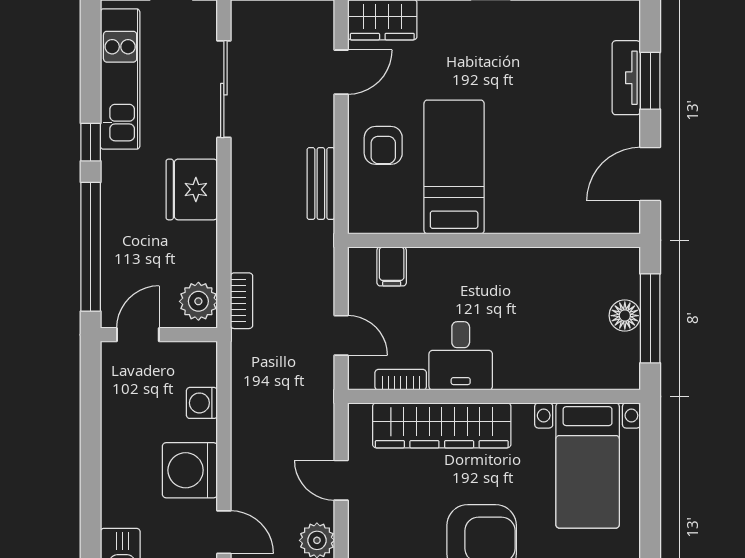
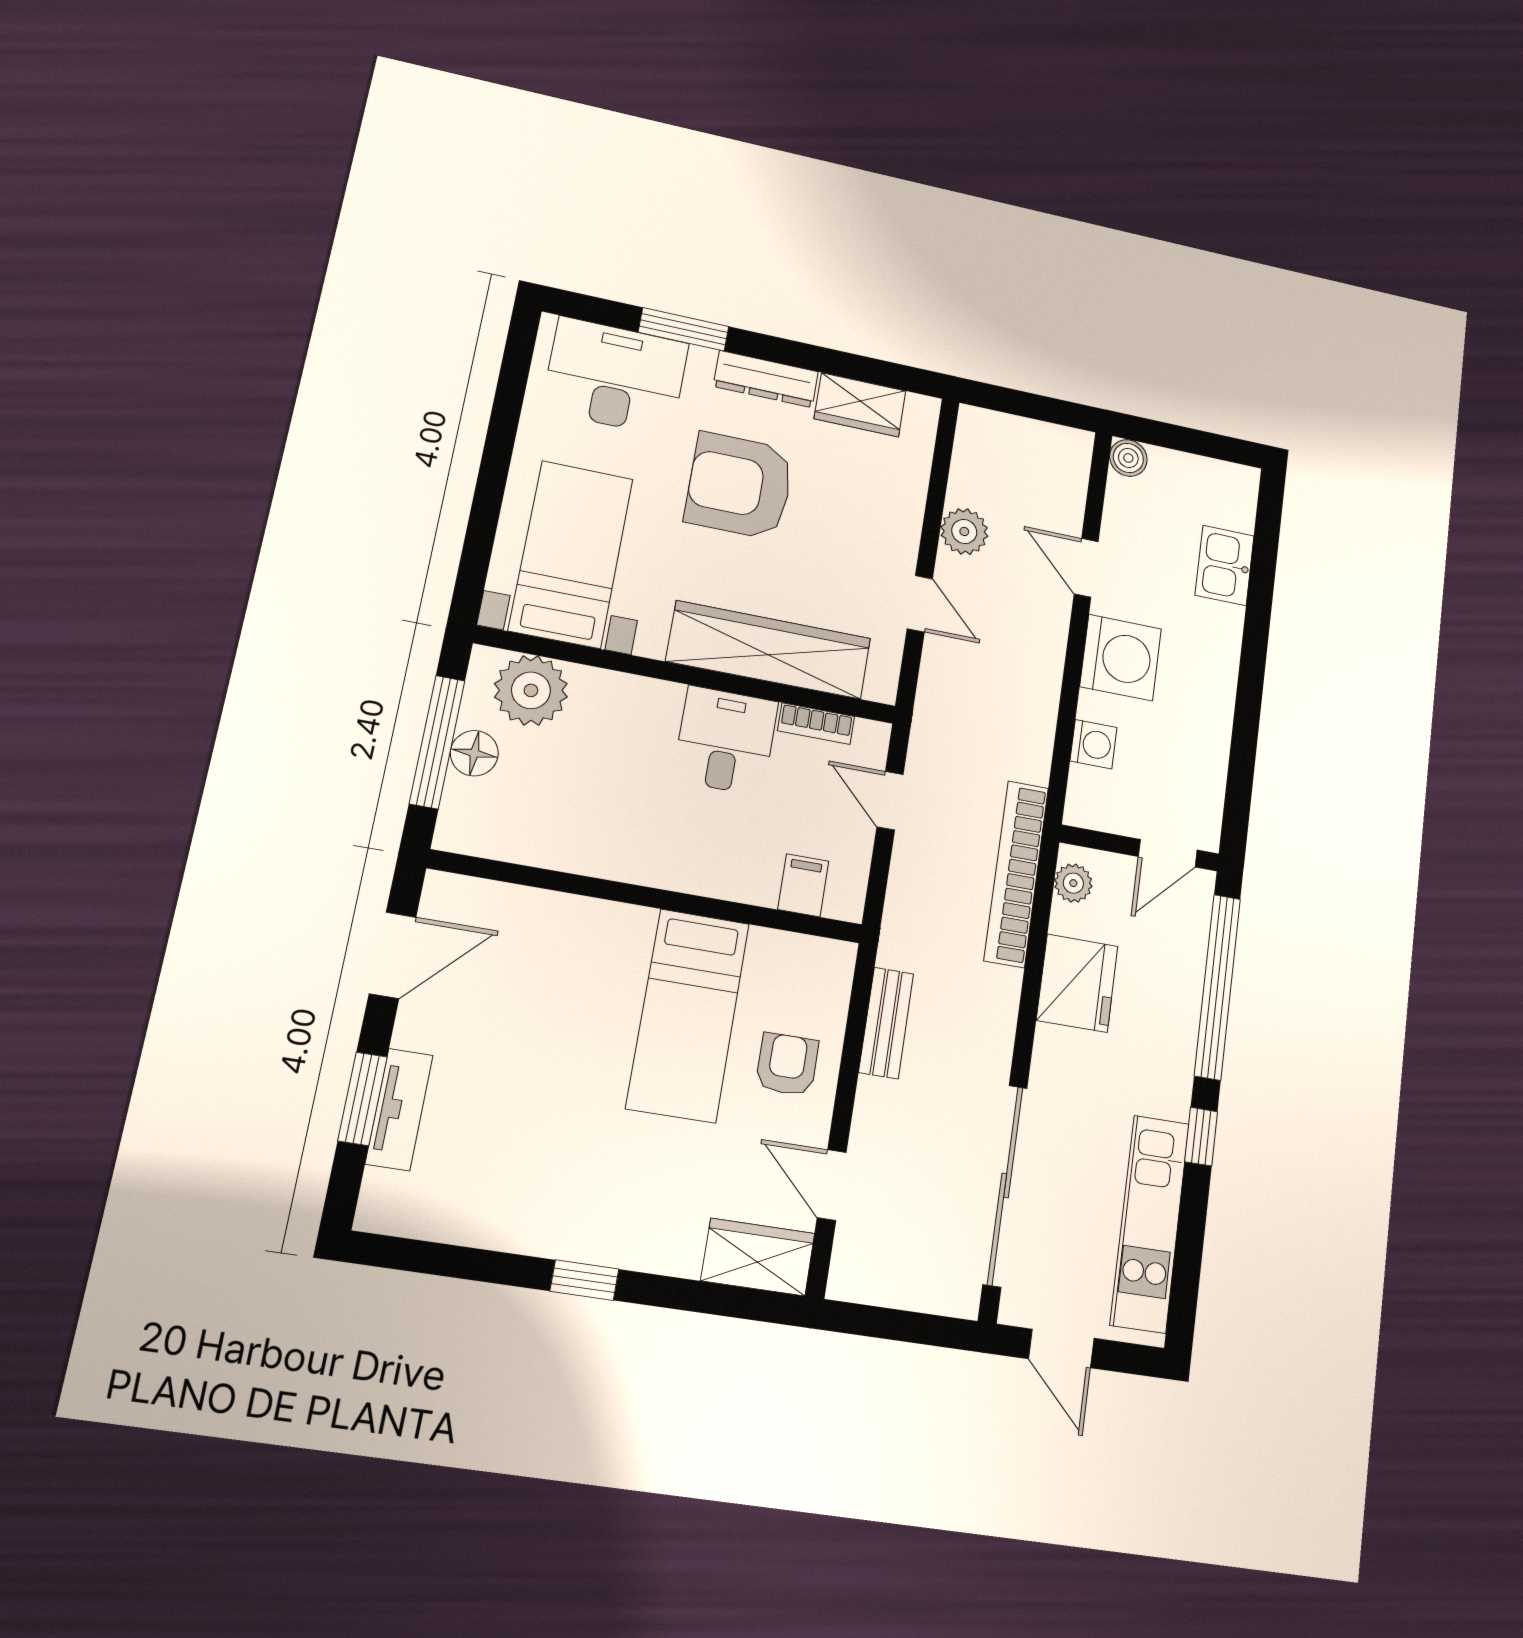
door: (341, 72) -> (832, 1185), hinge flipped
sliding door: (224, 89) -> (1005, 1185), width x1.36
fridge: (192, 189) -> (1077, 983), moved
plant: (198, 301) -> (1073, 883), width x0.73, depth x0.73
bookcase: (242, 301) -> (1016, 874), width x2.31, depth x1.31
plant: (596, 365) -> (531, 690), added

